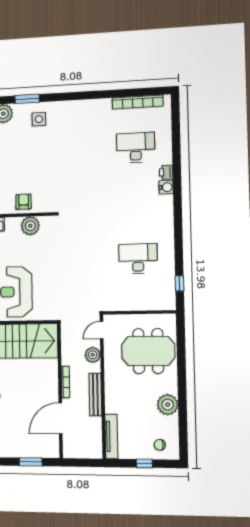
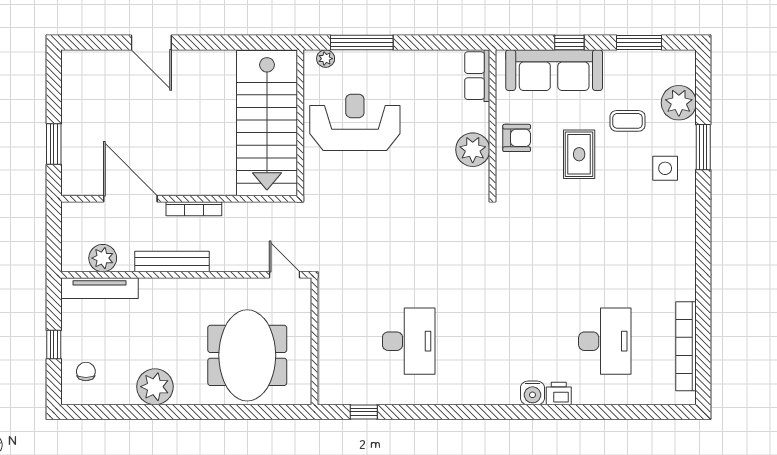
coffee table: (13, 141) -> (628, 121), added
rug: (32, 167) -> (579, 154), added
plant: (93, 355) -> (103, 258), moved

